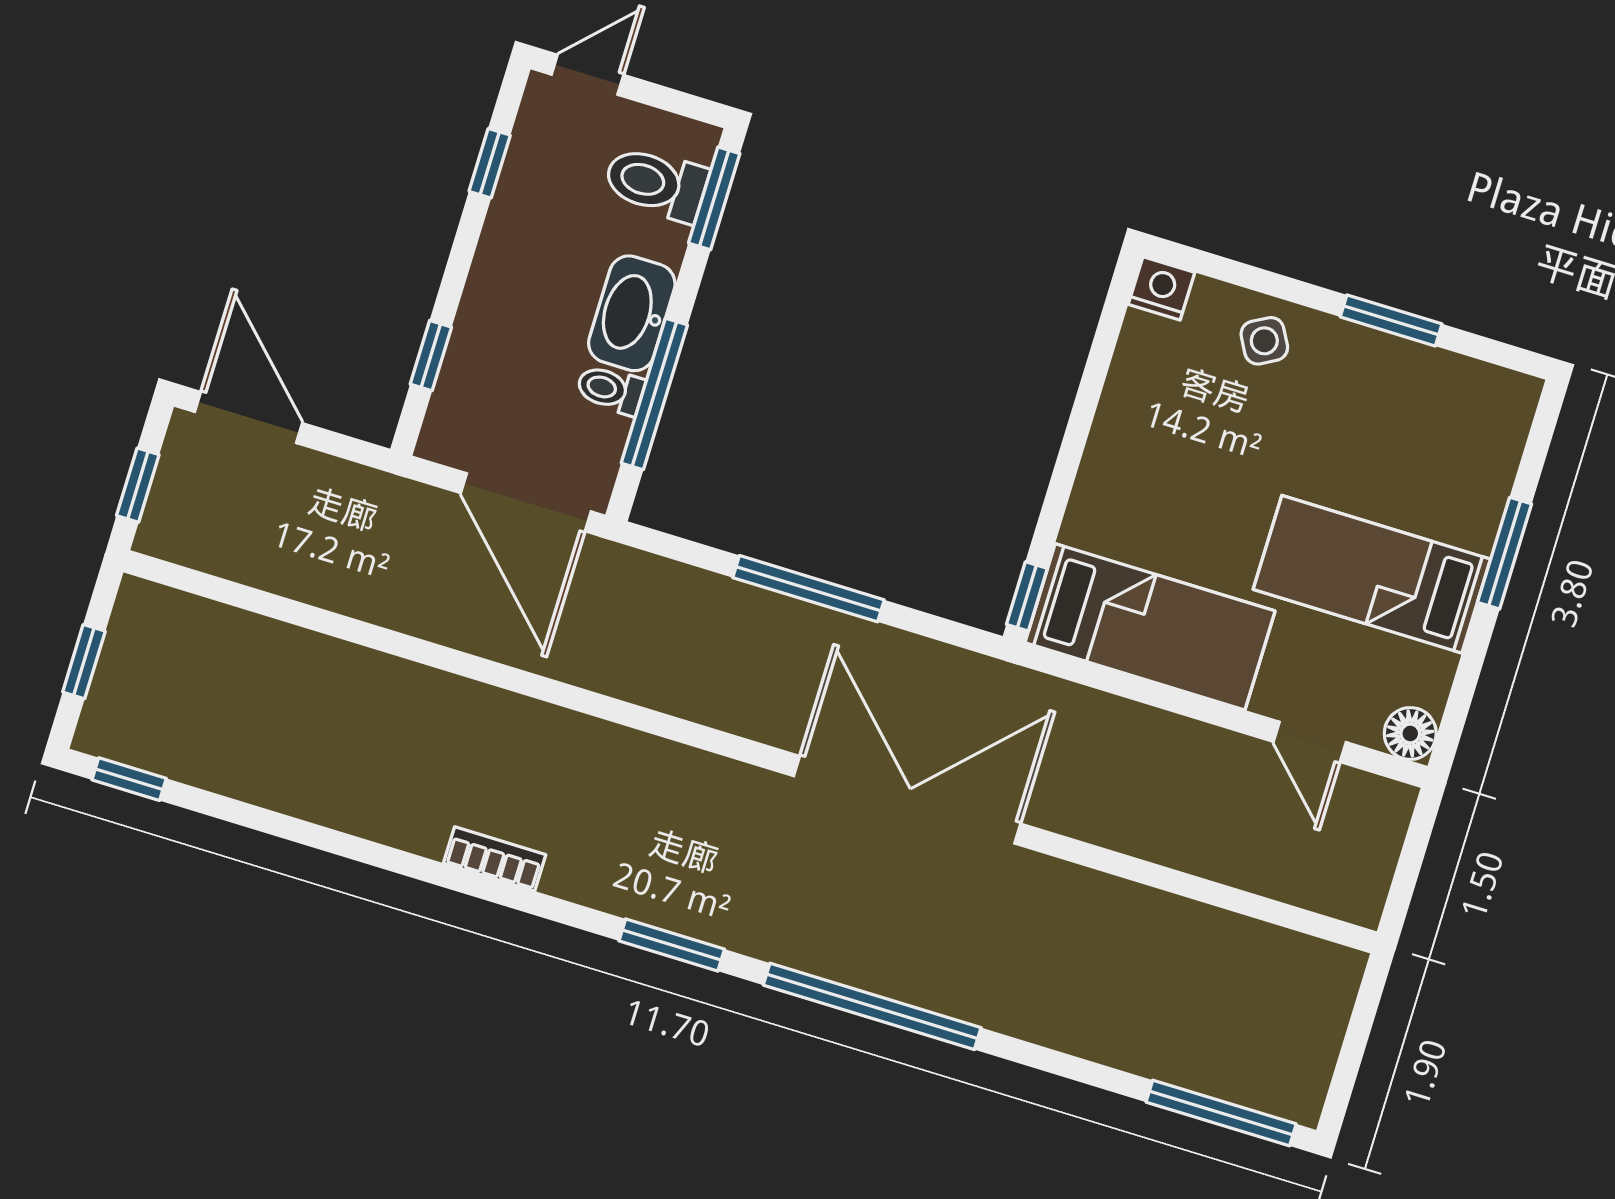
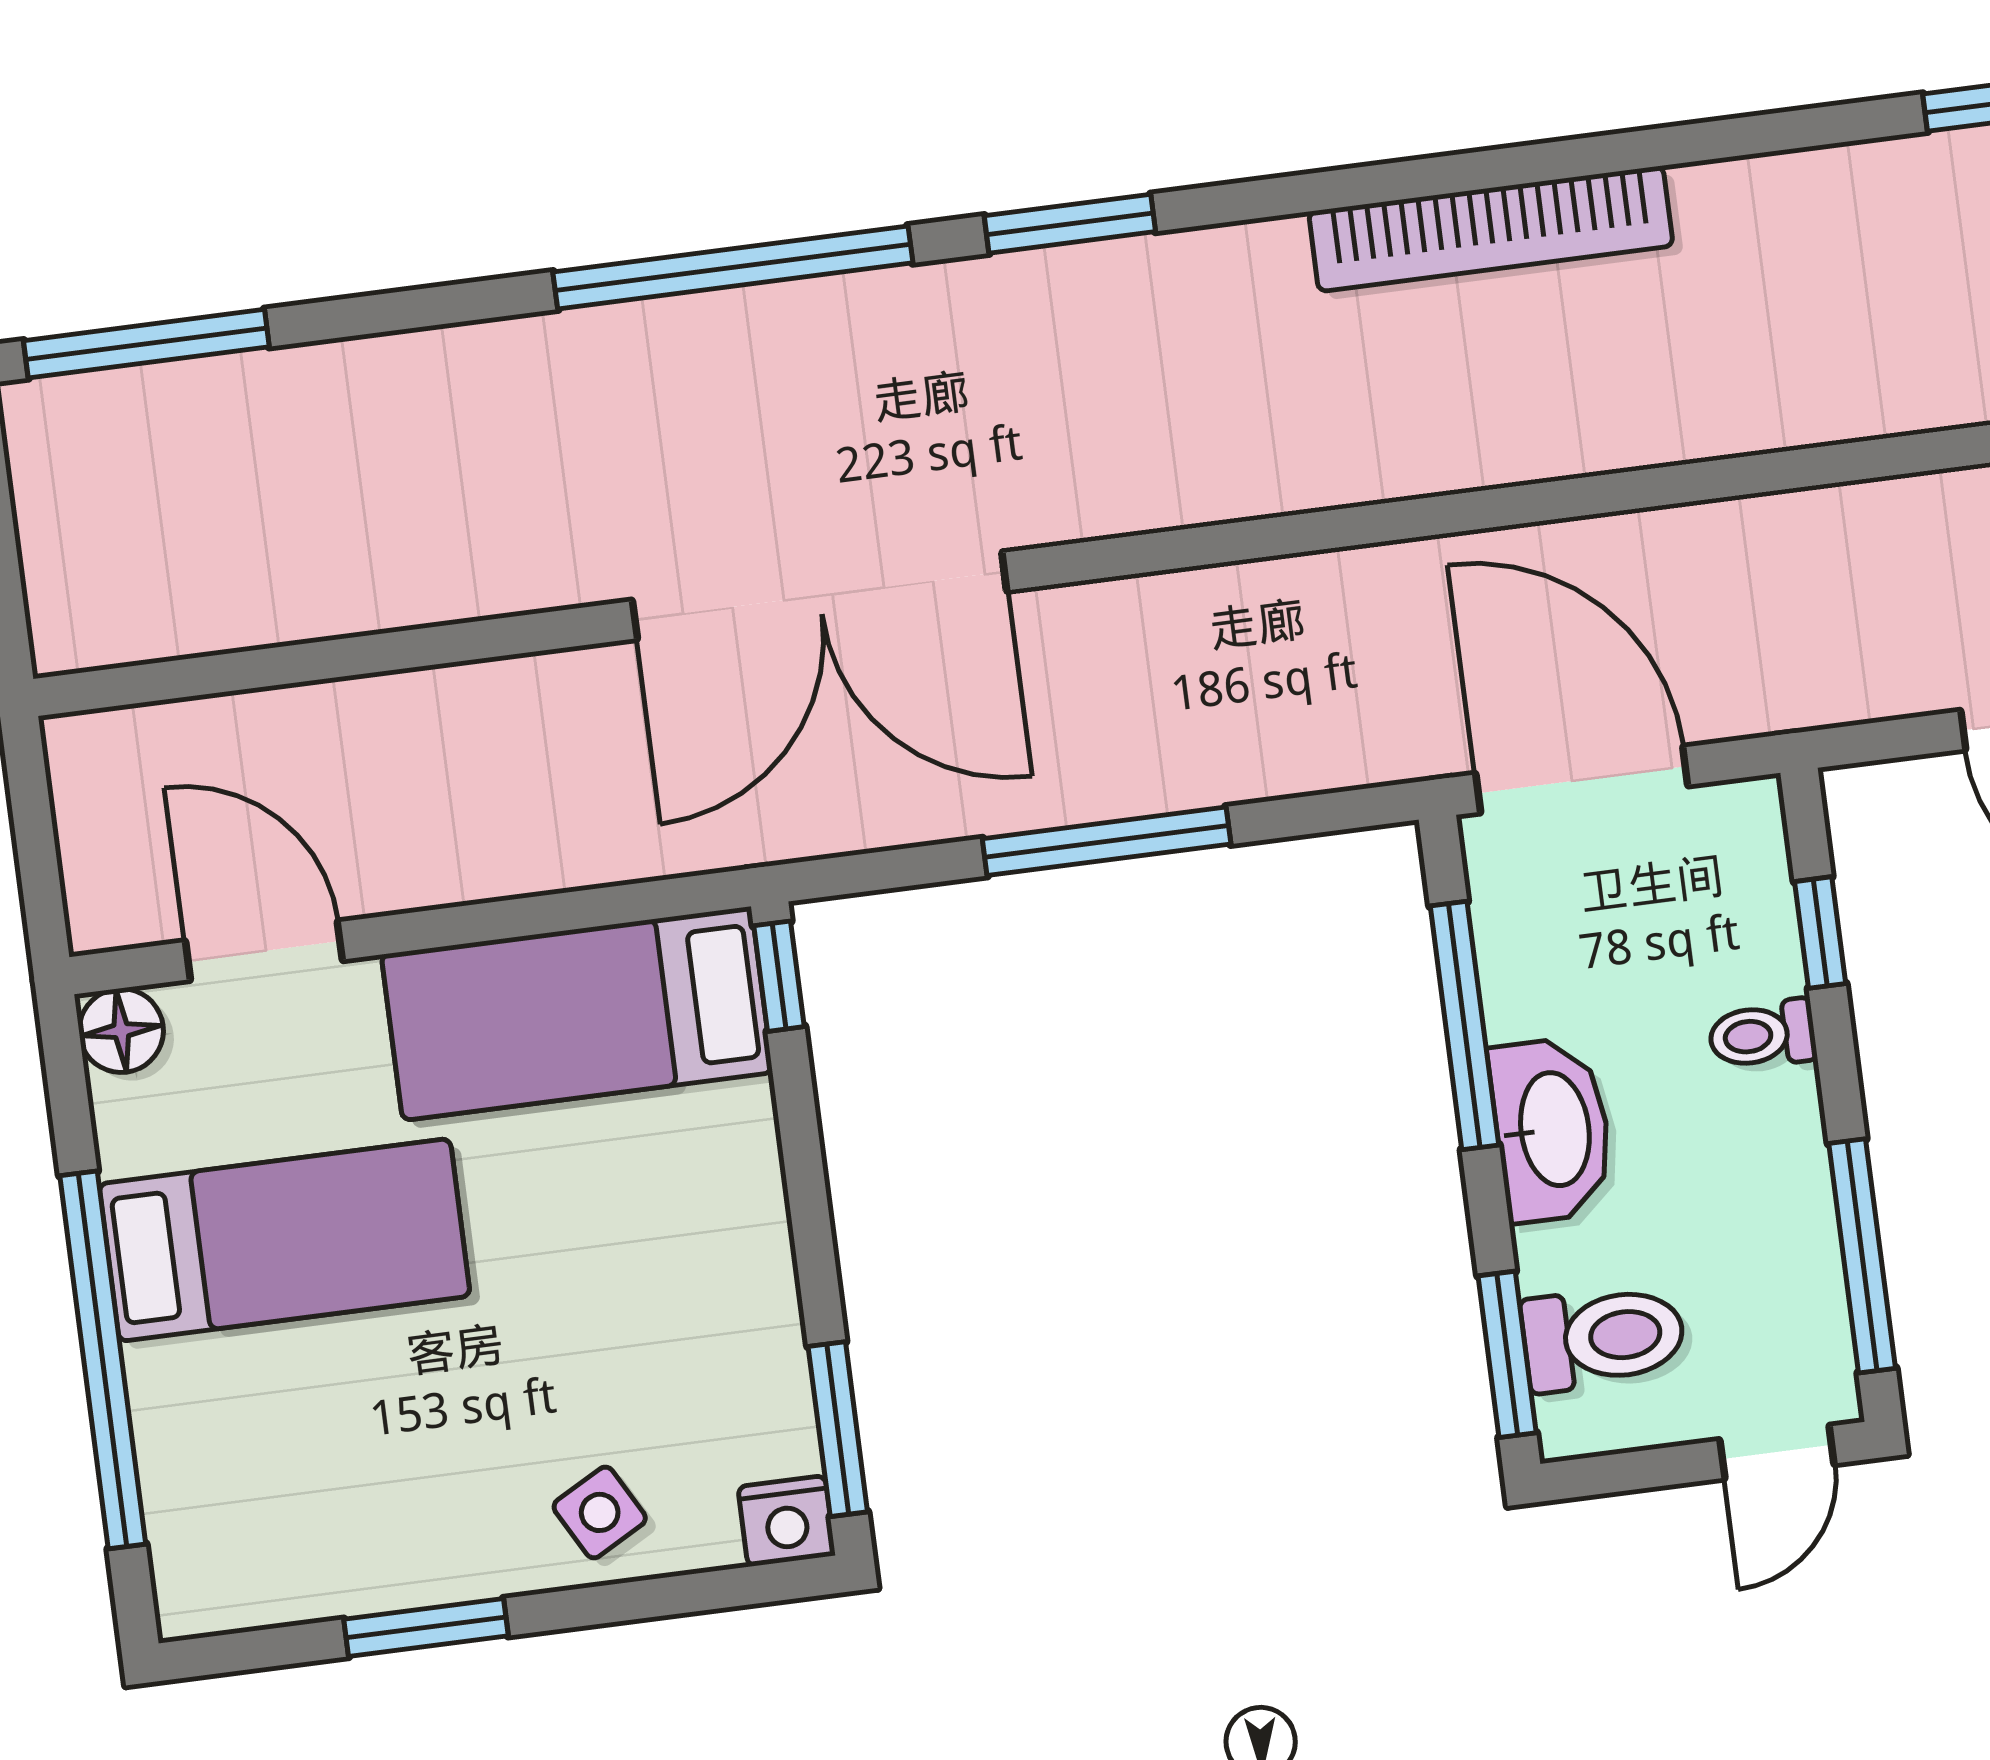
window: (490, 163) -> (1862, 1256), width x2.17
window: (1109, 327) -> (838, 1429), added
toilet: (610, 390) -> (1762, 1035), moved, turned 180
window: (1505, 553) -> (103, 1360), width x2.11
door: (1310, 742) -> (264, 951), width x1.38
bookcase: (495, 859) -> (1491, 229), width x2.31, depth x1.31

